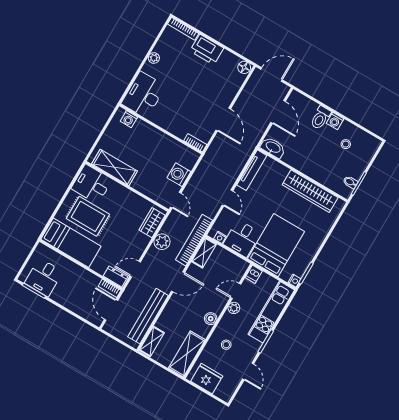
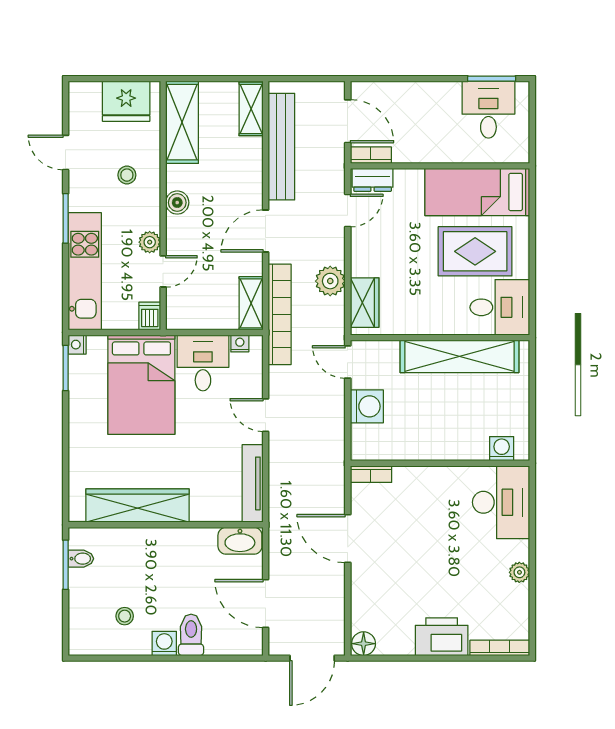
shelving: (115, 167) -> (460, 356), width x1.47

